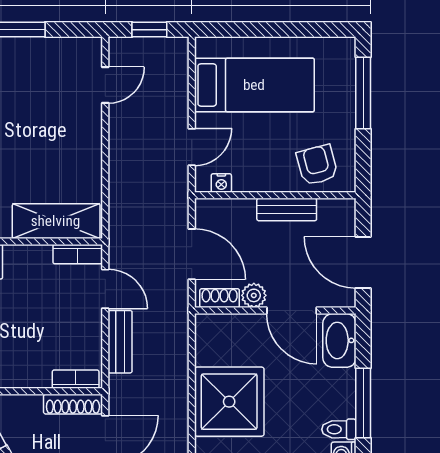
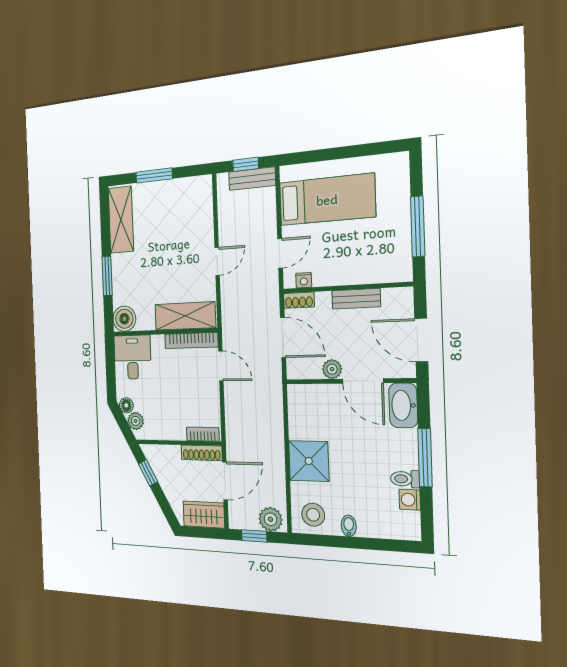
door: (105, 85) -> (217, 261), moved
window: (363, 93) -> (418, 226), moved
armchair: (317, 165) -> (380, 261), removed
bookcase: (78, 254) -> (191, 341), width x1.56
shoe rack: (220, 298) -> (299, 300), moved, turned 180
bench: (120, 342) -> (252, 179), moved, turned 90
shower: (229, 402) -> (309, 461), width x0.73, depth x0.73

